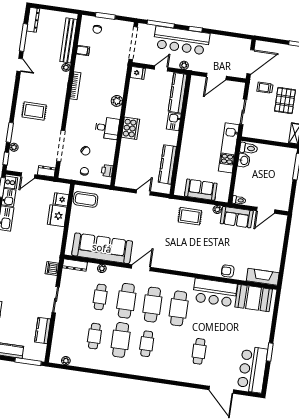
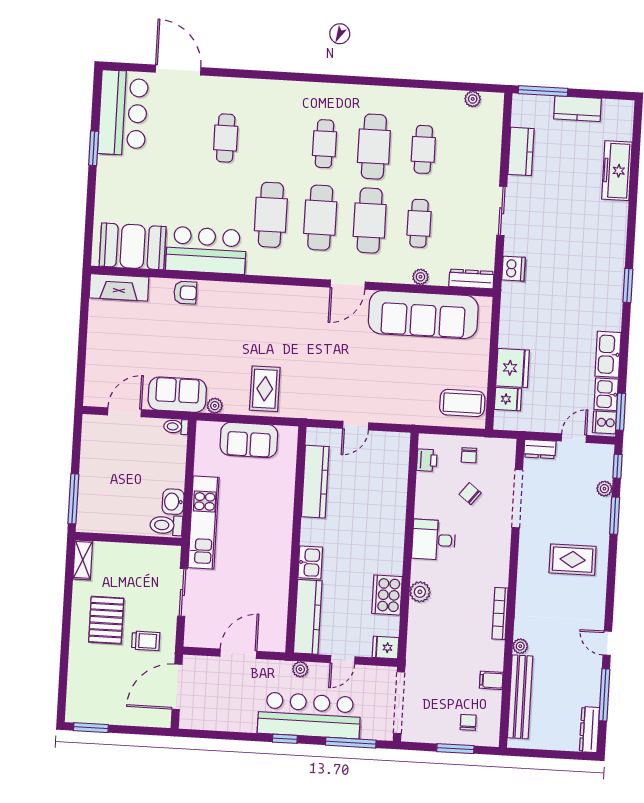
cooker: (131, 128) -> (387, 595), moved
rug: (190, 216) -> (265, 389), turned 90

